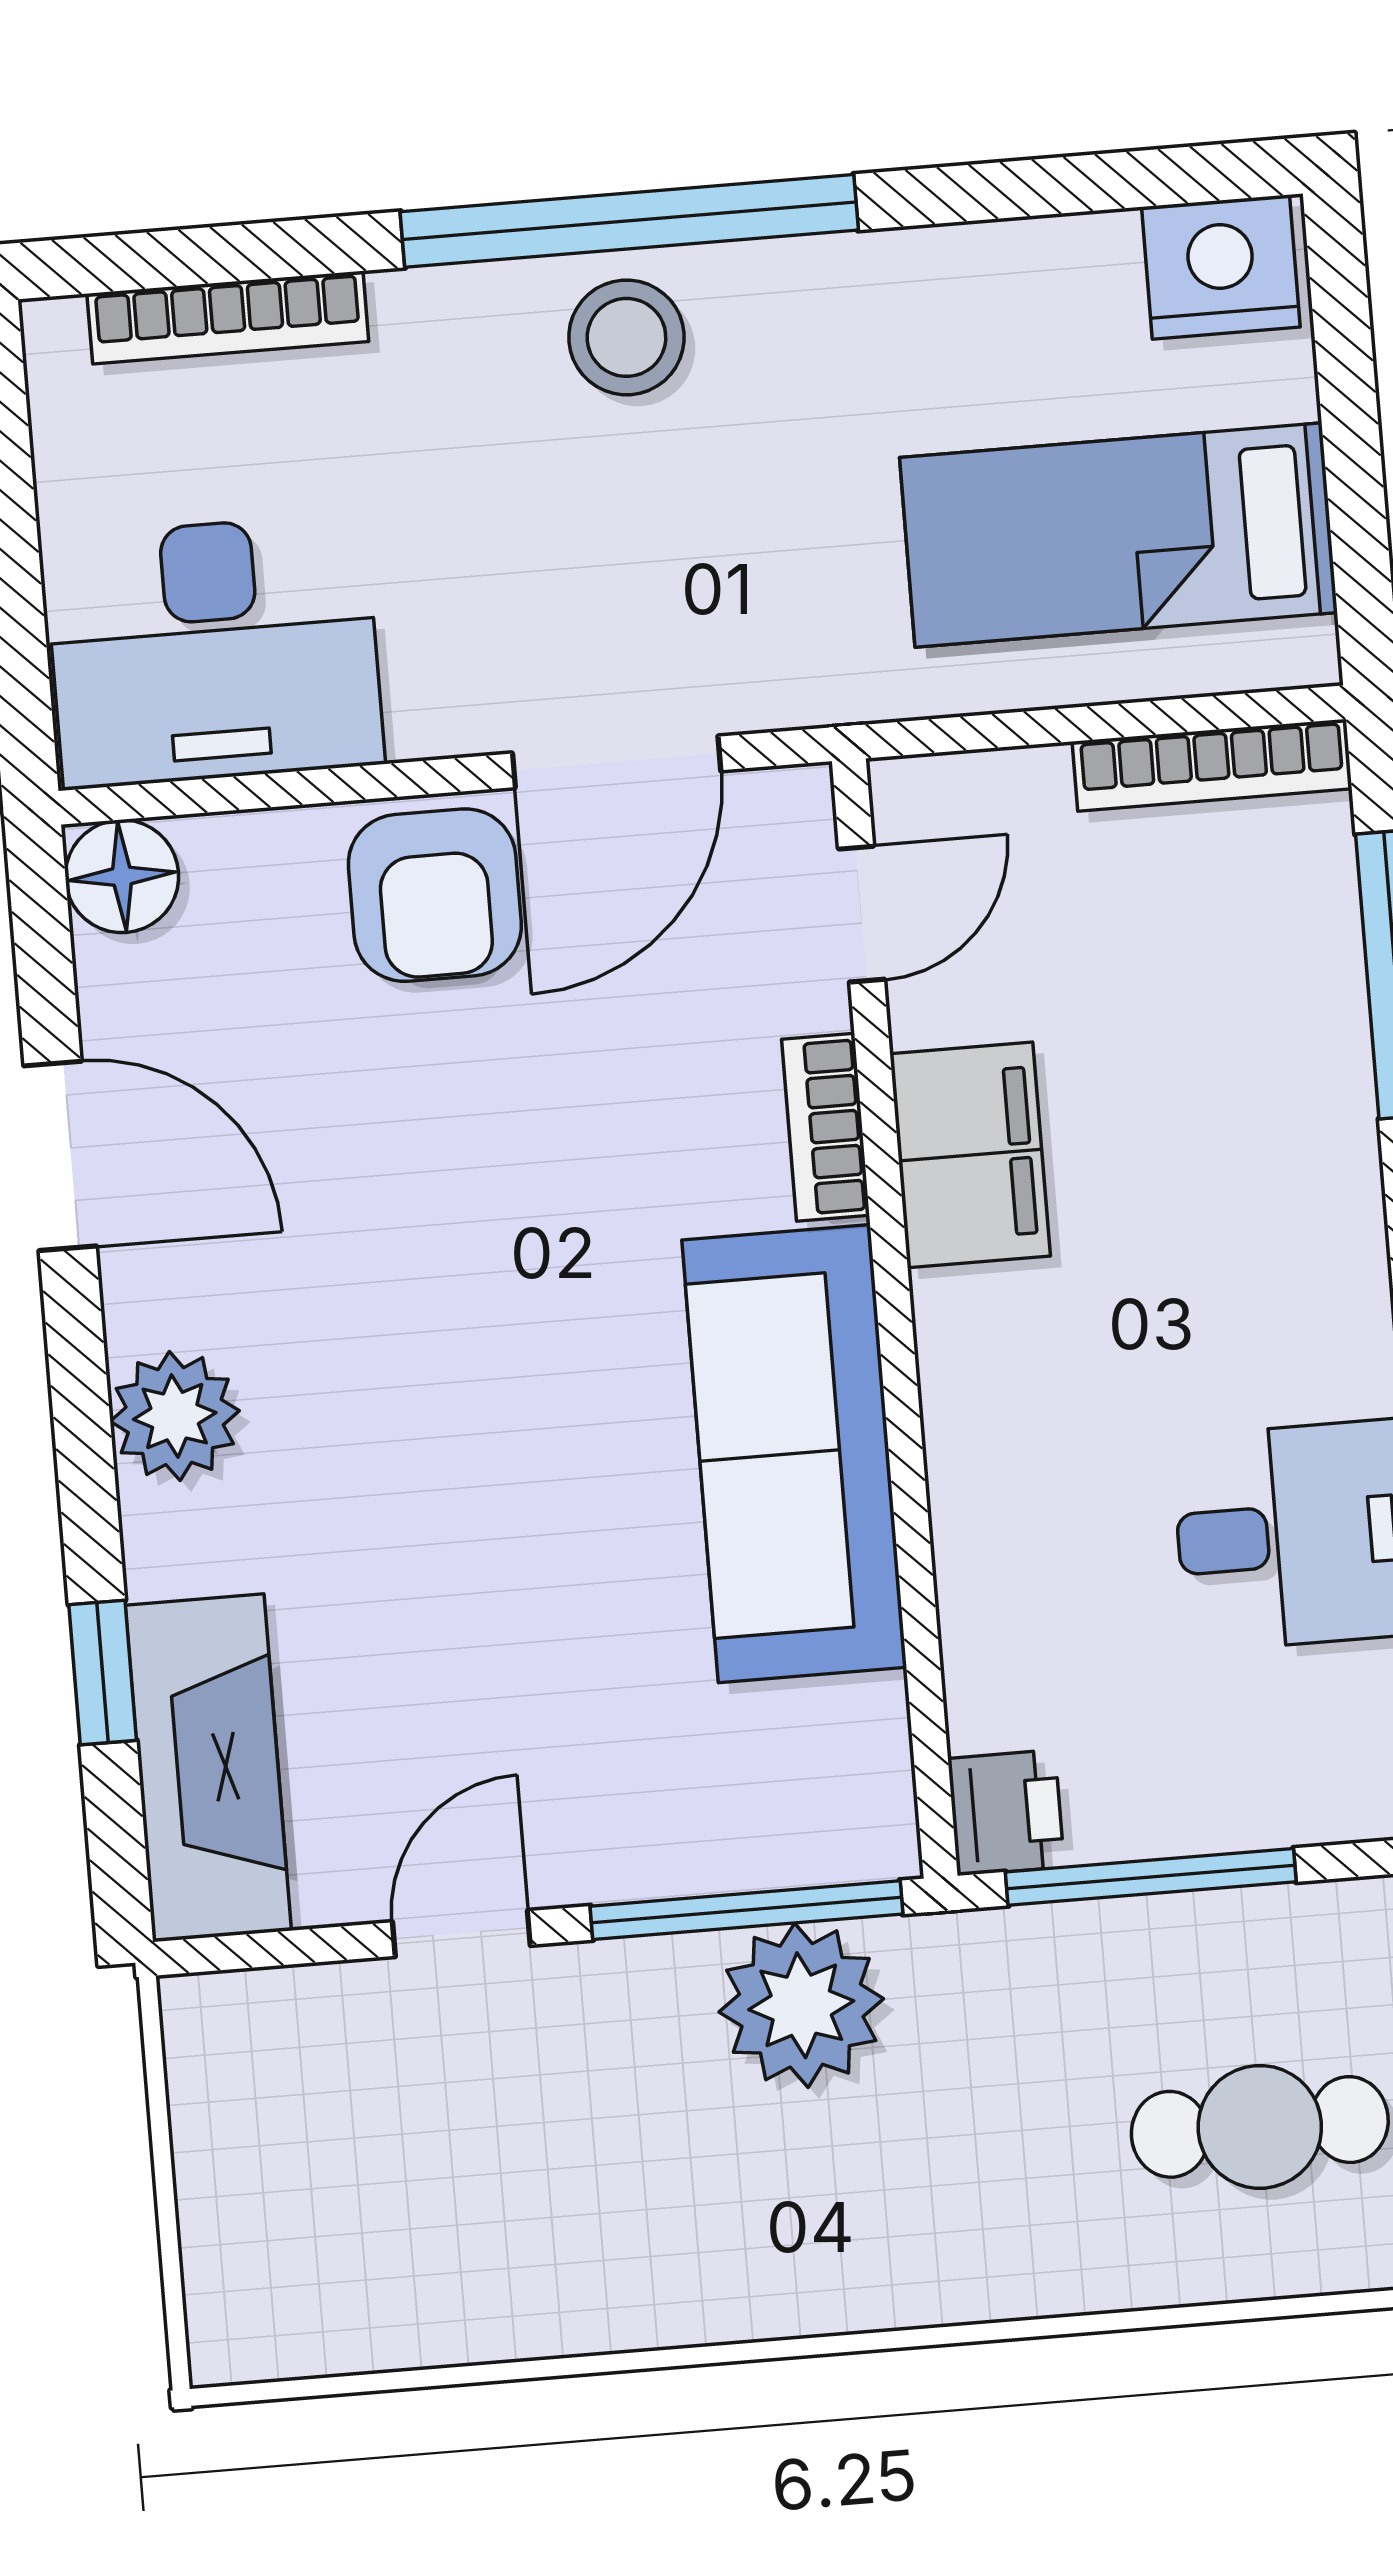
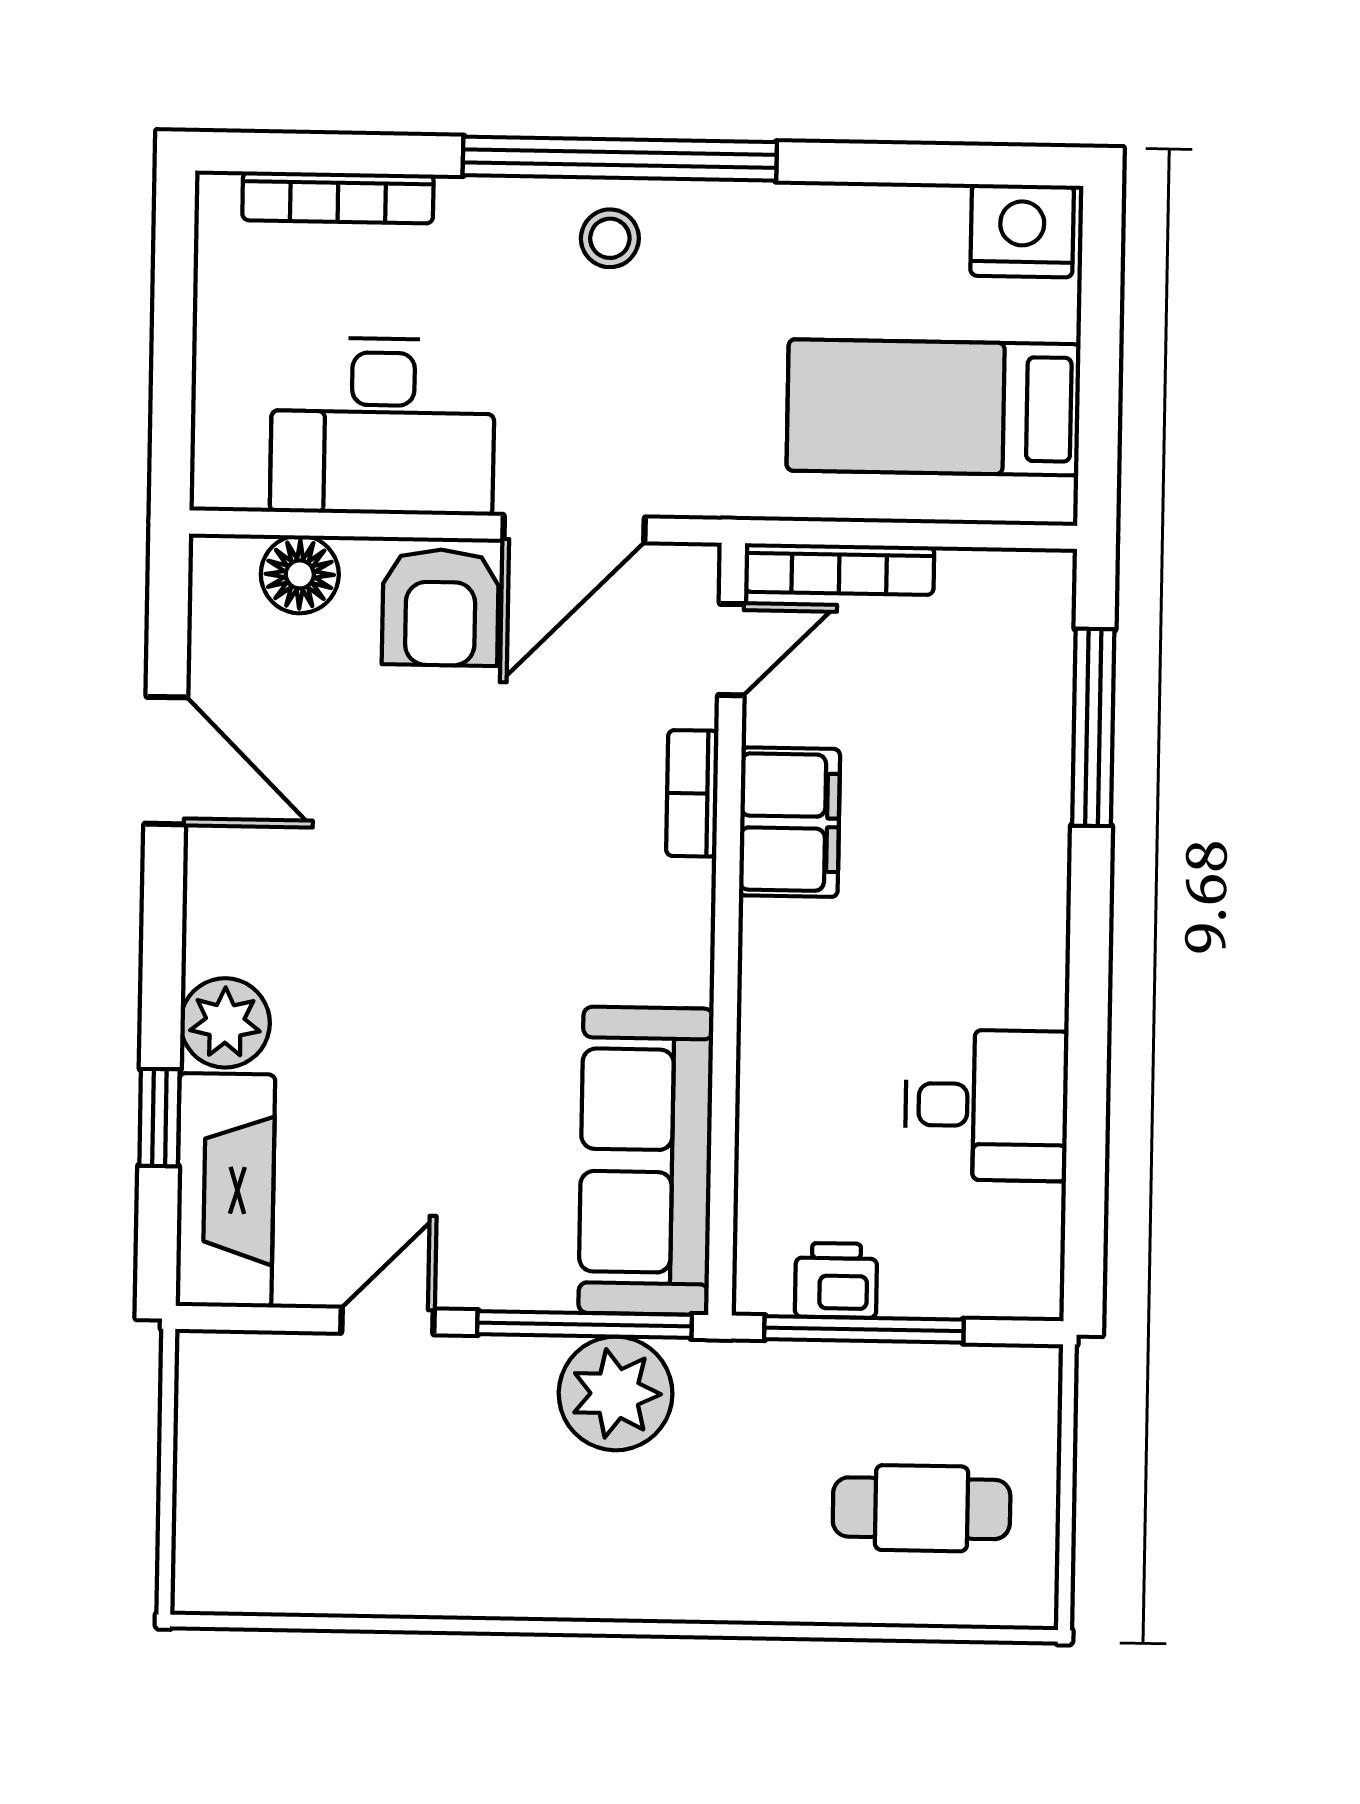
stool: (626, 337) -> (610, 238), width x0.73, depth x0.73
desk: (214, 651) -> (383, 426), moved
bookcase: (1212, 765) -> (839, 569), moved
floor lamp: (122, 876) -> (300, 574), moved
plant: (175, 1416) -> (225, 1023), moved
sofa: (794, 1454) -> (646, 1161), moved
printer: (1006, 1813) -> (836, 1280), moved, turned -90

